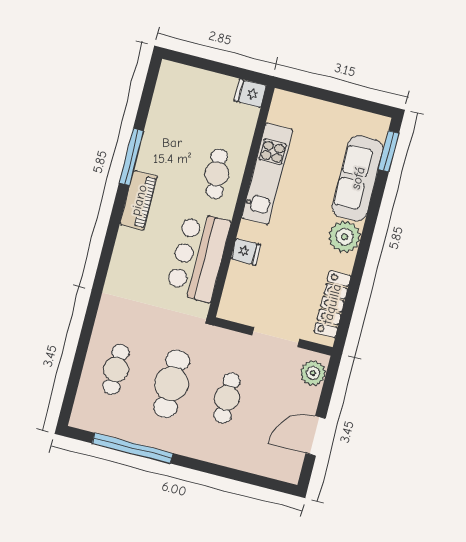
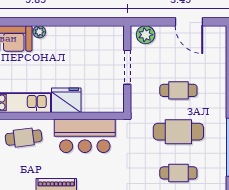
plant: (345, 237) -> (39, 32), width x0.53, depth x0.53
fridge: (246, 252) -> (66, 100), width x1.88, depth x1.34
locker: (332, 304) -> (94, 33), removed

